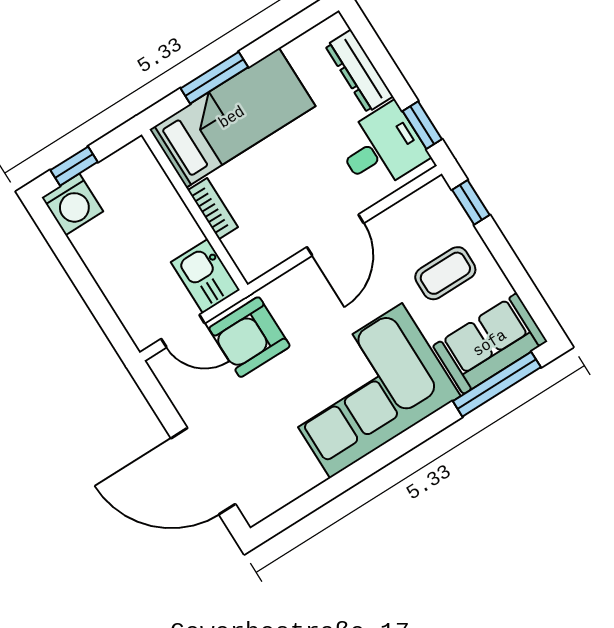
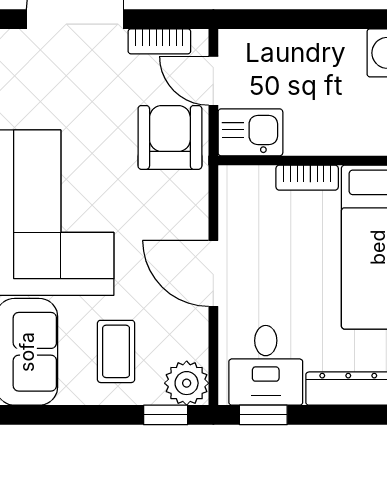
plant: (435, 202) -> (187, 383), added
door: (183, 331) -> (213, 81), hinge flipped
bookcase: (179, 393) -> (159, 41), added

